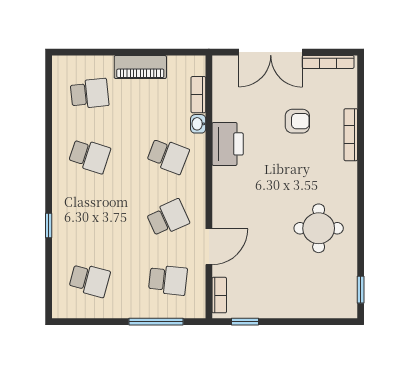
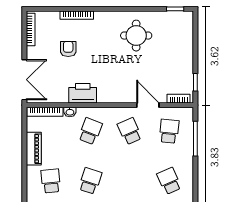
double door: (271, 52) -> (24, 80), moved
bookcase: (198, 95) -> (45, 112), width x1.56
school desk: (90, 280) -> (169, 181), turned -39

